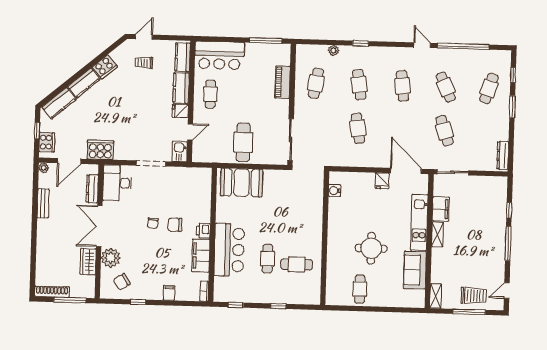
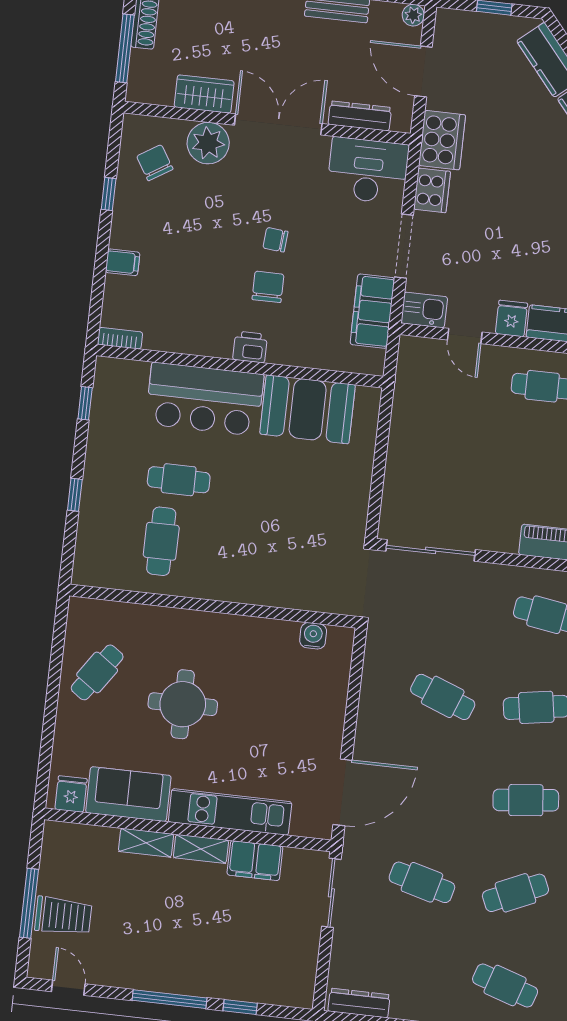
cafe table: (358, 128) -> (443, 697), turned 30
cafe table: (444, 131) -> (422, 882), turned 33
cooker: (47, 142) -> (432, 190), moved, turned -90
cafe table: (243, 142) -> (433, 448), removed
fridge: (382, 181) -> (71, 794), moved, turned 90
booth: (242, 183) -> (308, 409), moved, turned 90
filing cabinet: (201, 256) -> (372, 311), moved, turned -90
cafe table: (360, 289) -> (97, 672), turned -55
shelving: (436, 296) -> (146, 843), moved
trolley: (474, 296) -> (63, 916), turned -90

